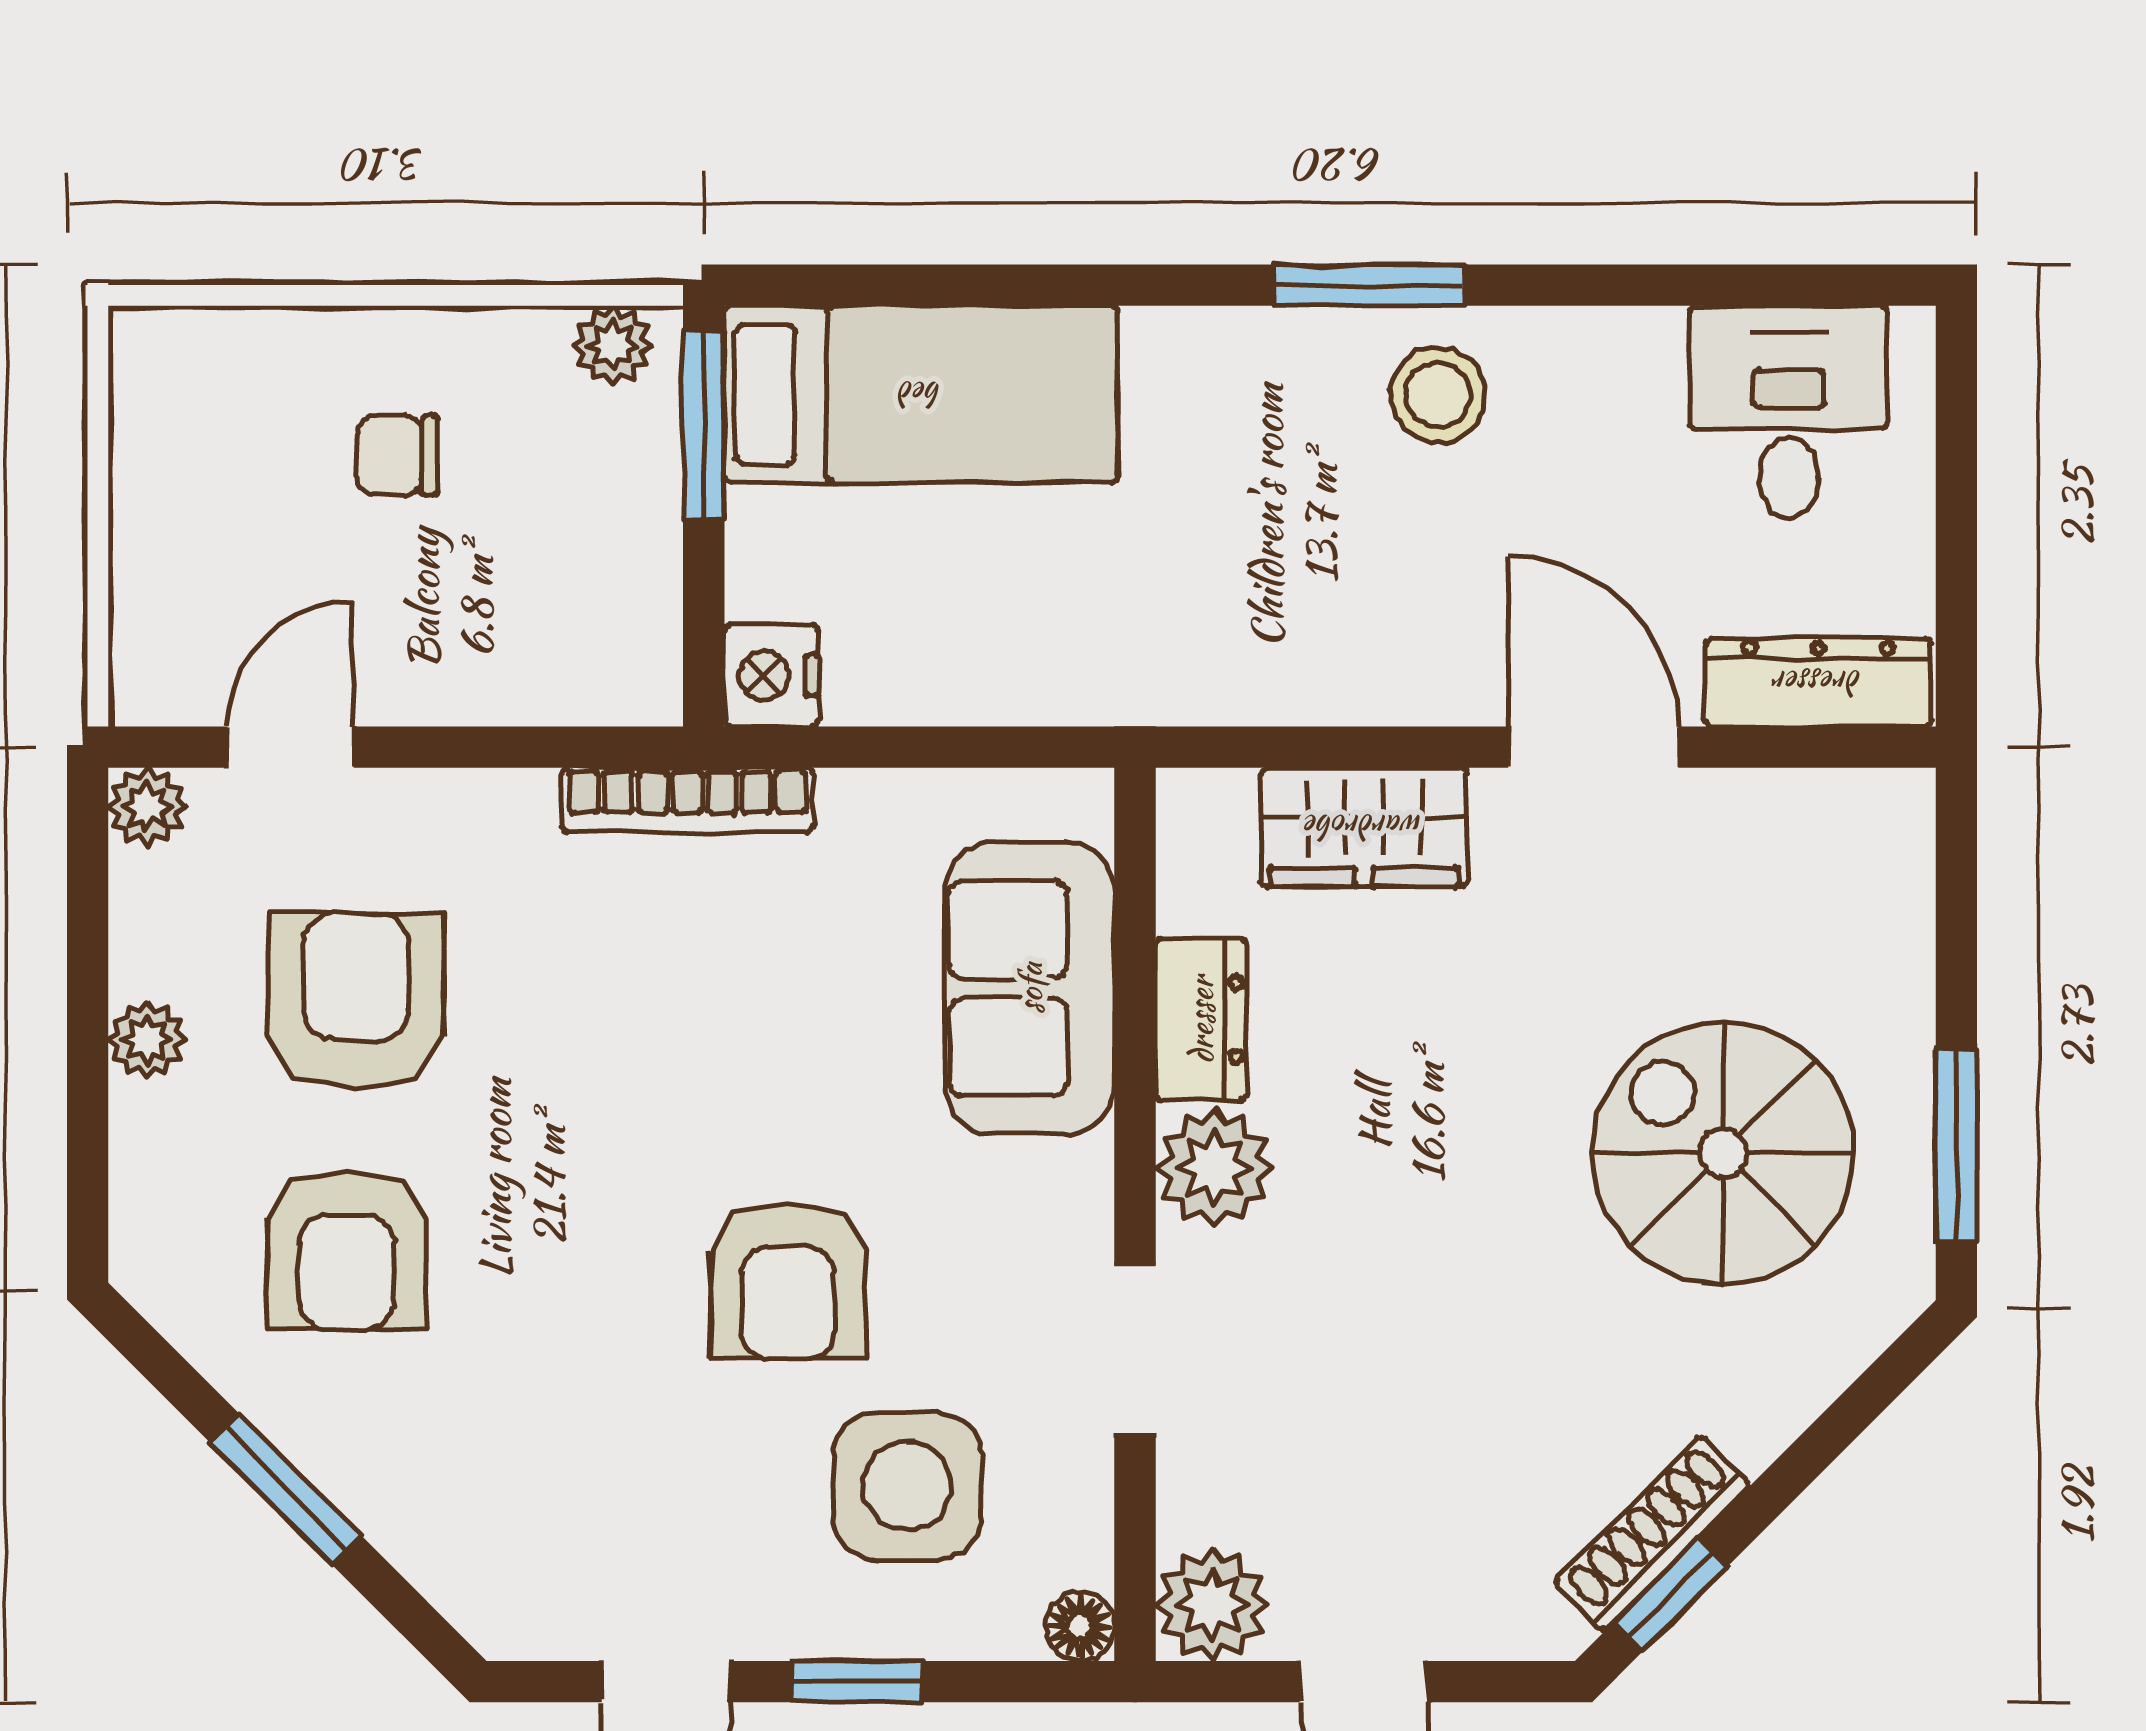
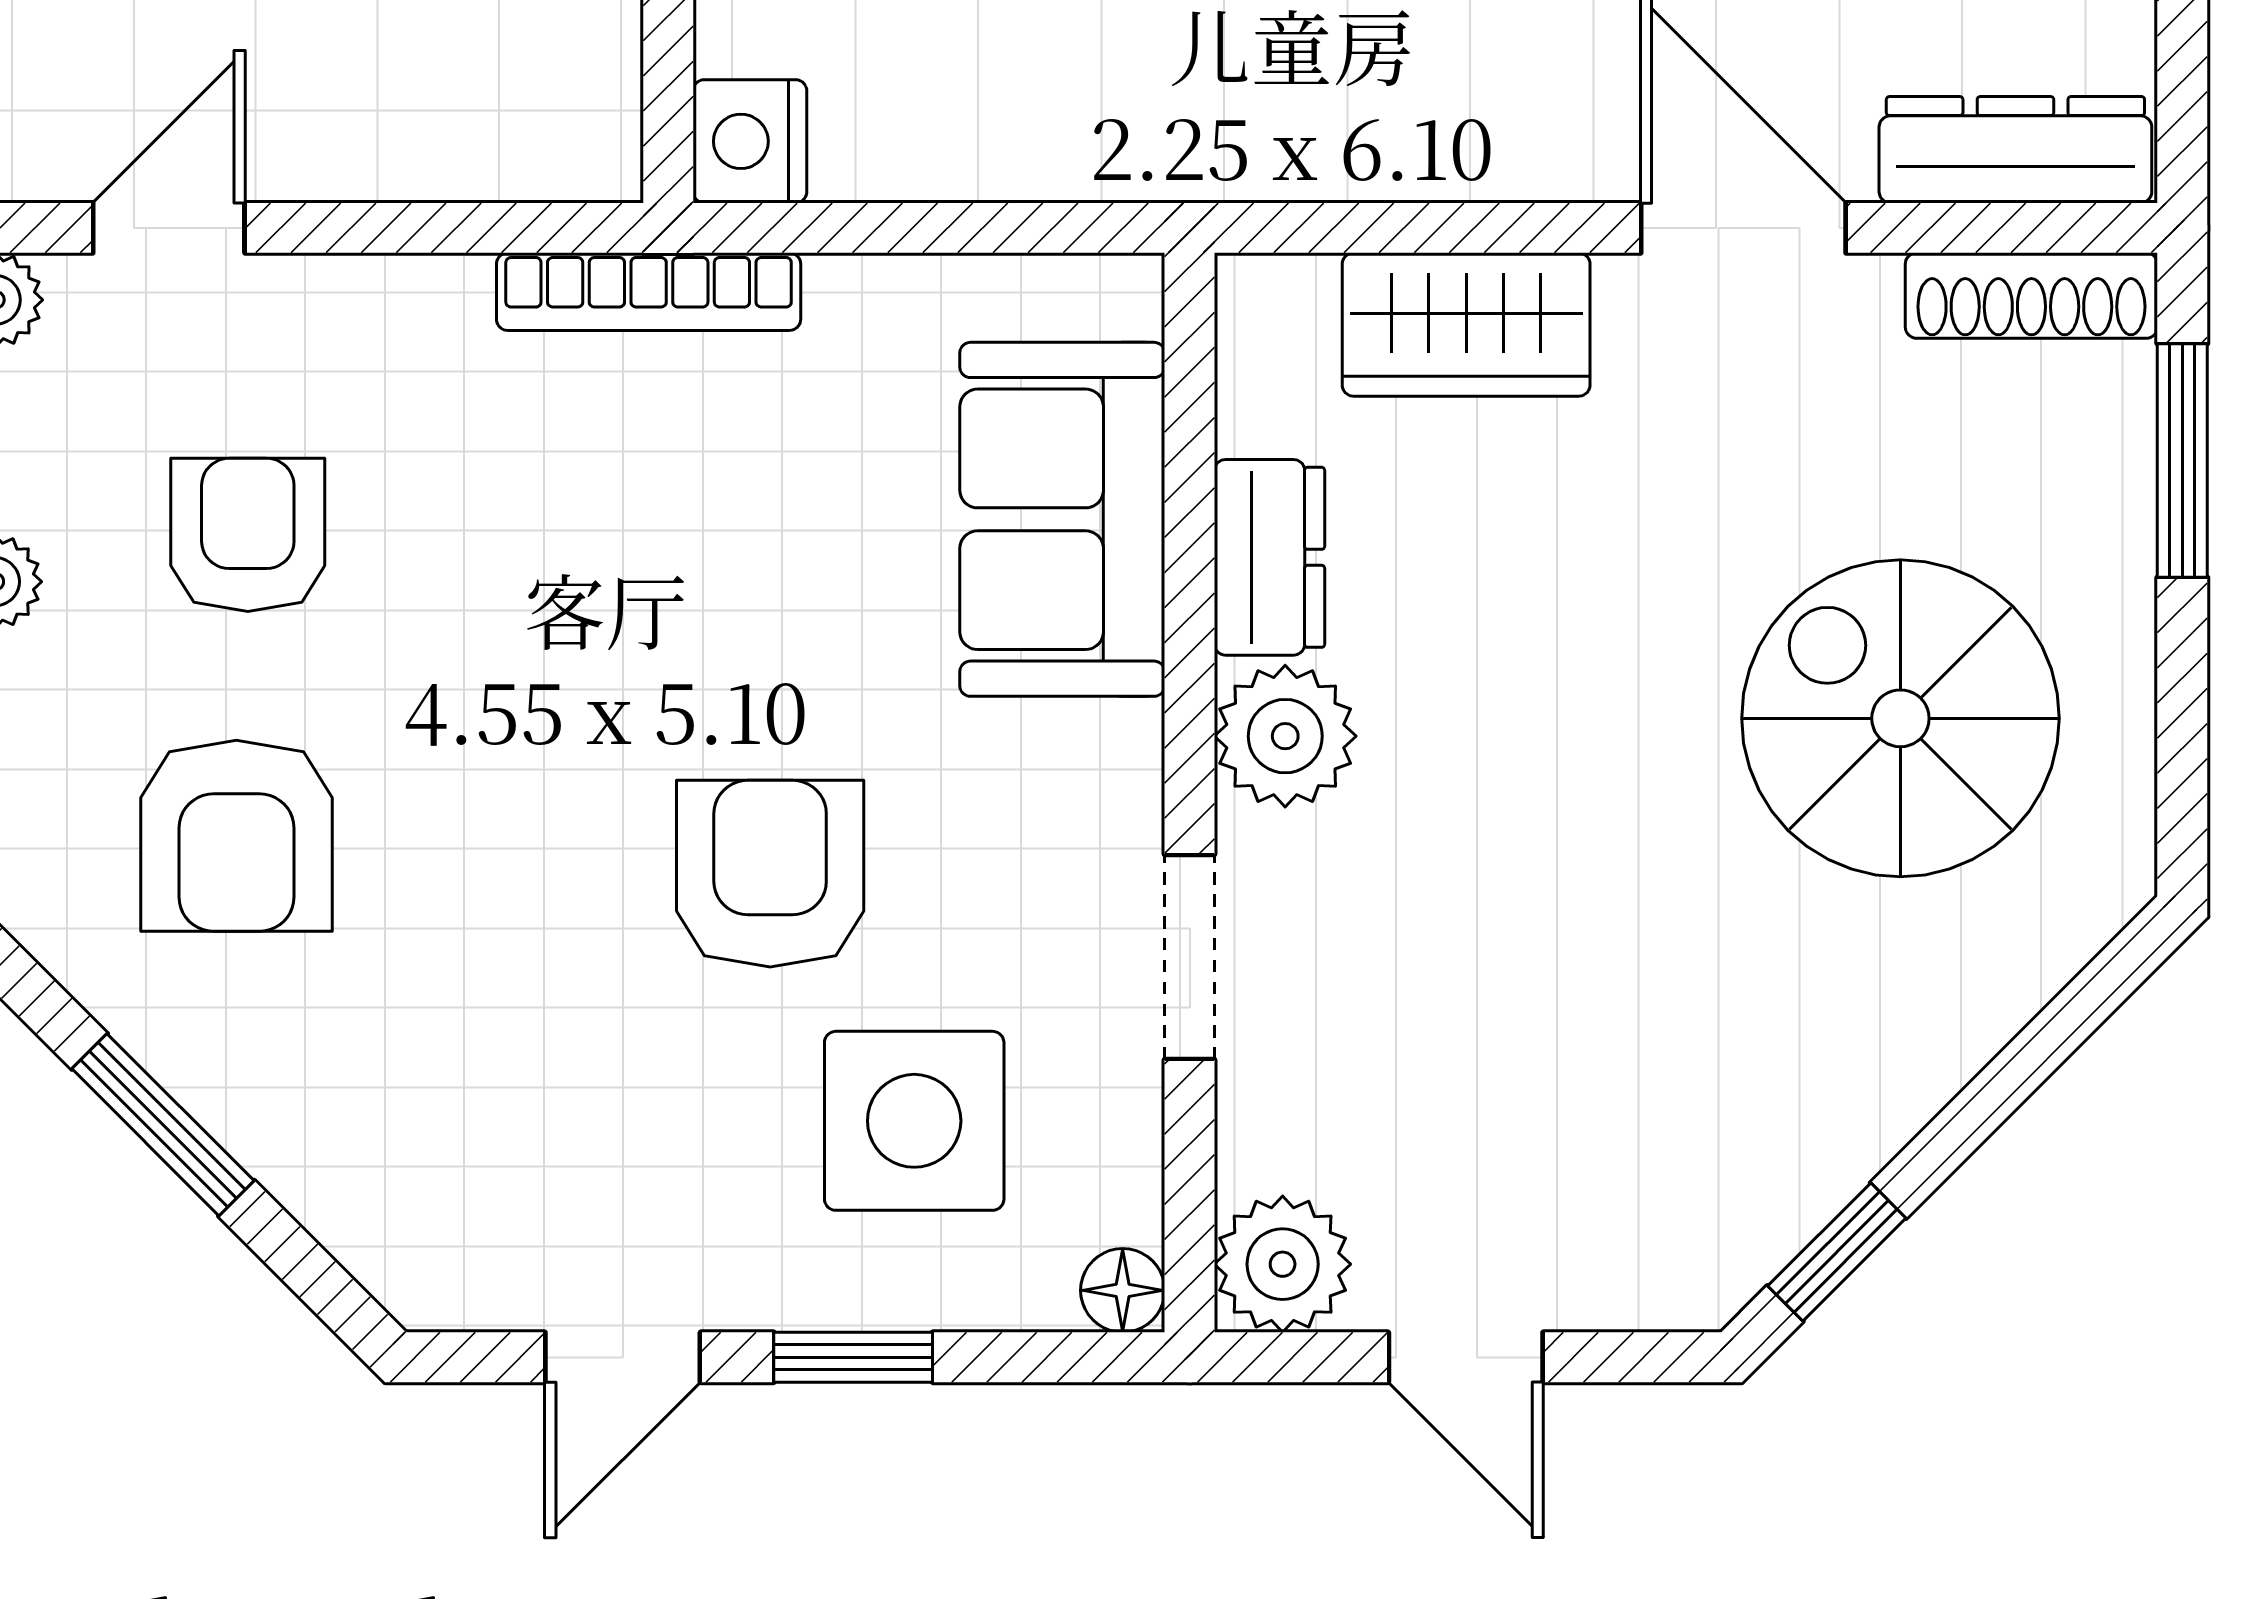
armchair: (356, 1001) -> (248, 535), width x0.72, depth x0.72
window: (1956, 1146) -> (2182, 461), moved
armchair: (788, 1281) -> (770, 874), turned 180
shoe rack: (1653, 1533) -> (2031, 296), moved, turned -135

